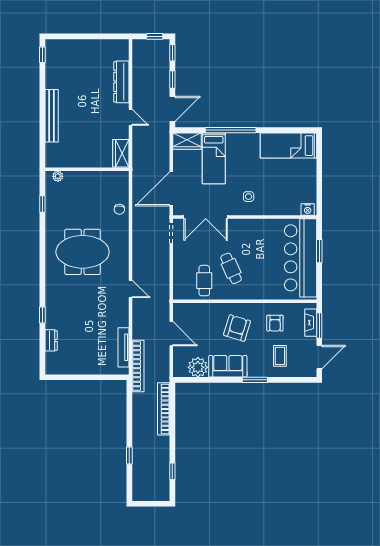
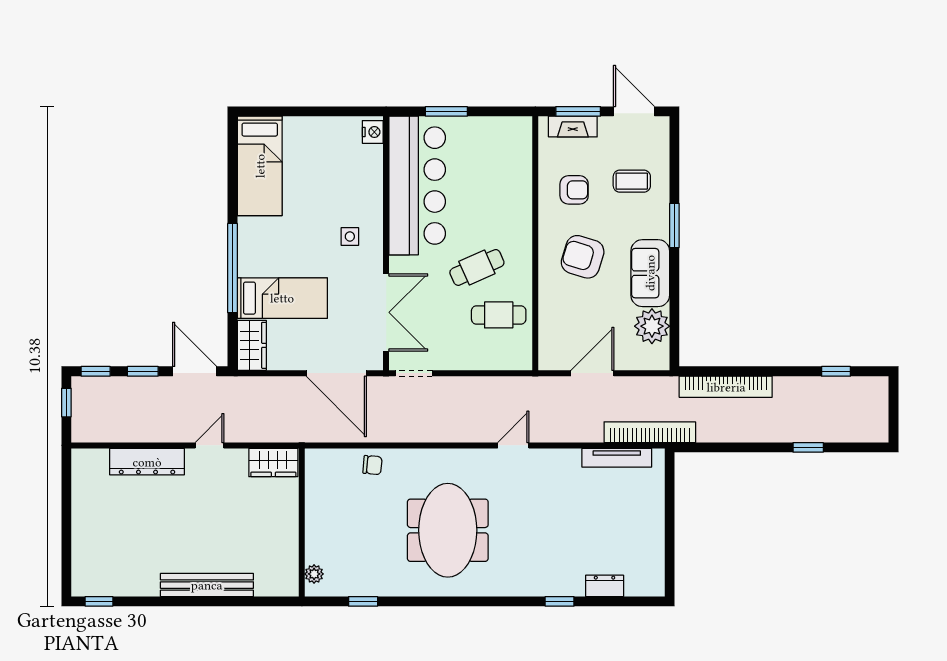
bar counter: (301, 258) -> (417, 186), moved, turned -90

